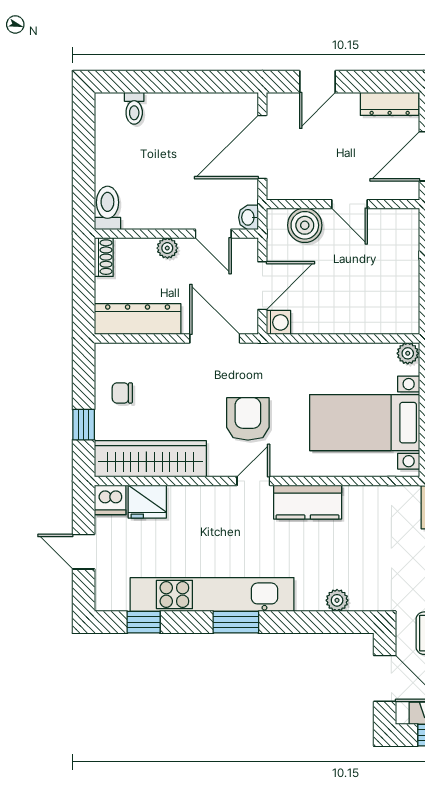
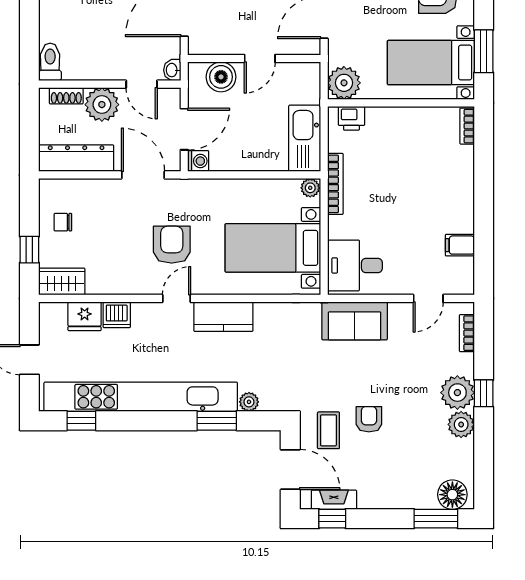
door: (349, 204) -> (260, 58), hinge flipped
plant: (167, 248) -> (102, 105), width x1.87, depth x1.87
shoe rack: (104, 257) -> (66, 96), moved, turned 90
kitchen sink: (401, 296) -> (305, 138), added
wardrobe: (150, 459) -> (62, 282), width x0.48, depth x0.85
dishwasher: (110, 500) -> (117, 315), moved
kitchen unit: (212, 594) -> (141, 397), width x1.36
window: (236, 622) -> (217, 421), moved

